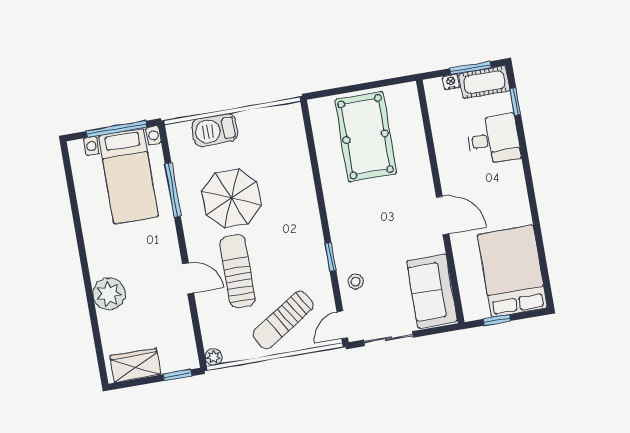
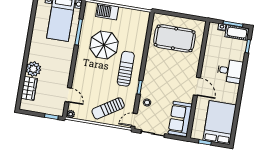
pool table: (366, 137) -> (175, 38), turned 90
desk: (493, 140) -> (230, 71), moved
sun lounger: (238, 271) -> (126, 69), moved
door: (188, 278) -> (68, 95), moved
wardrobe: (135, 365) -> (29, 88), moved, turned 90

